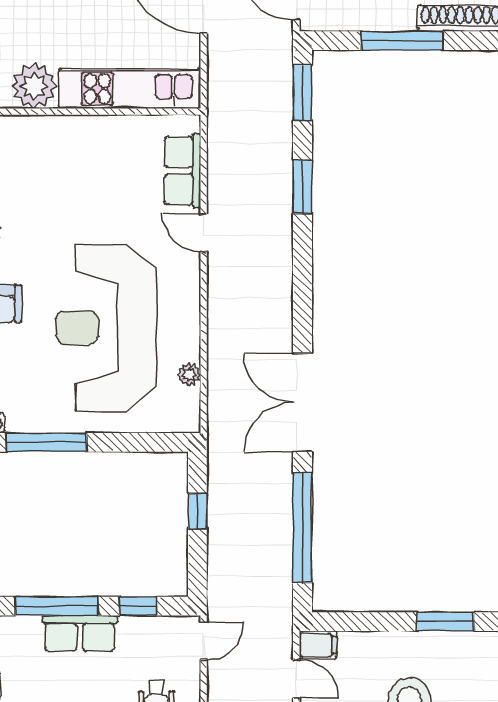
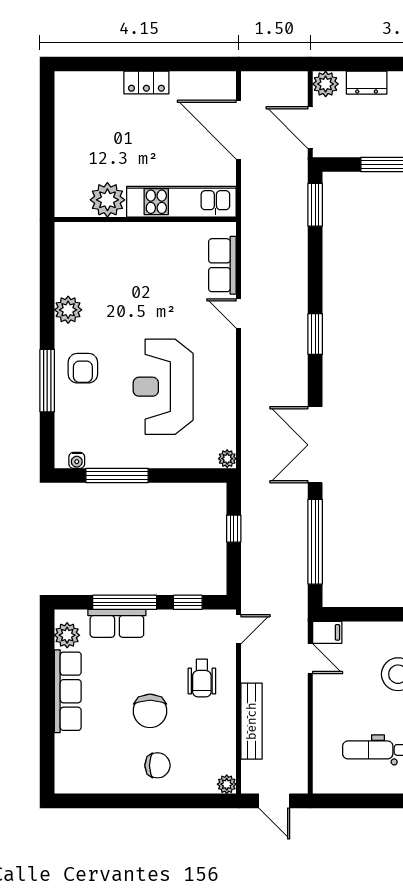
window: (302, 187) -> (315, 334), moved
reception desk: (106, 328) -> (163, 387), width x0.74, depth x0.77
plant: (189, 374) -> (227, 459), moved
row of seats: (80, 633) -> (117, 623), moved

